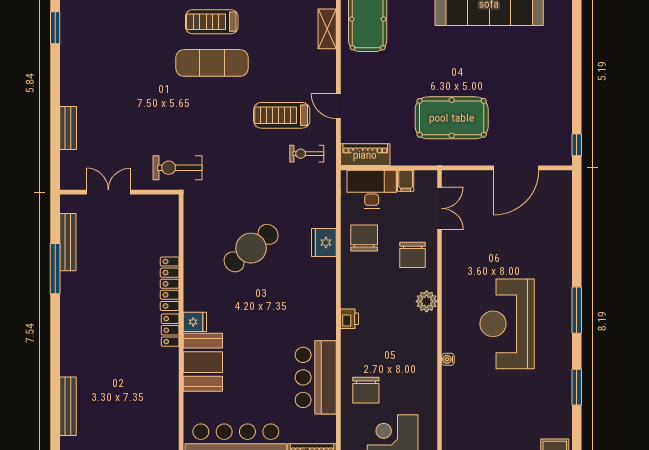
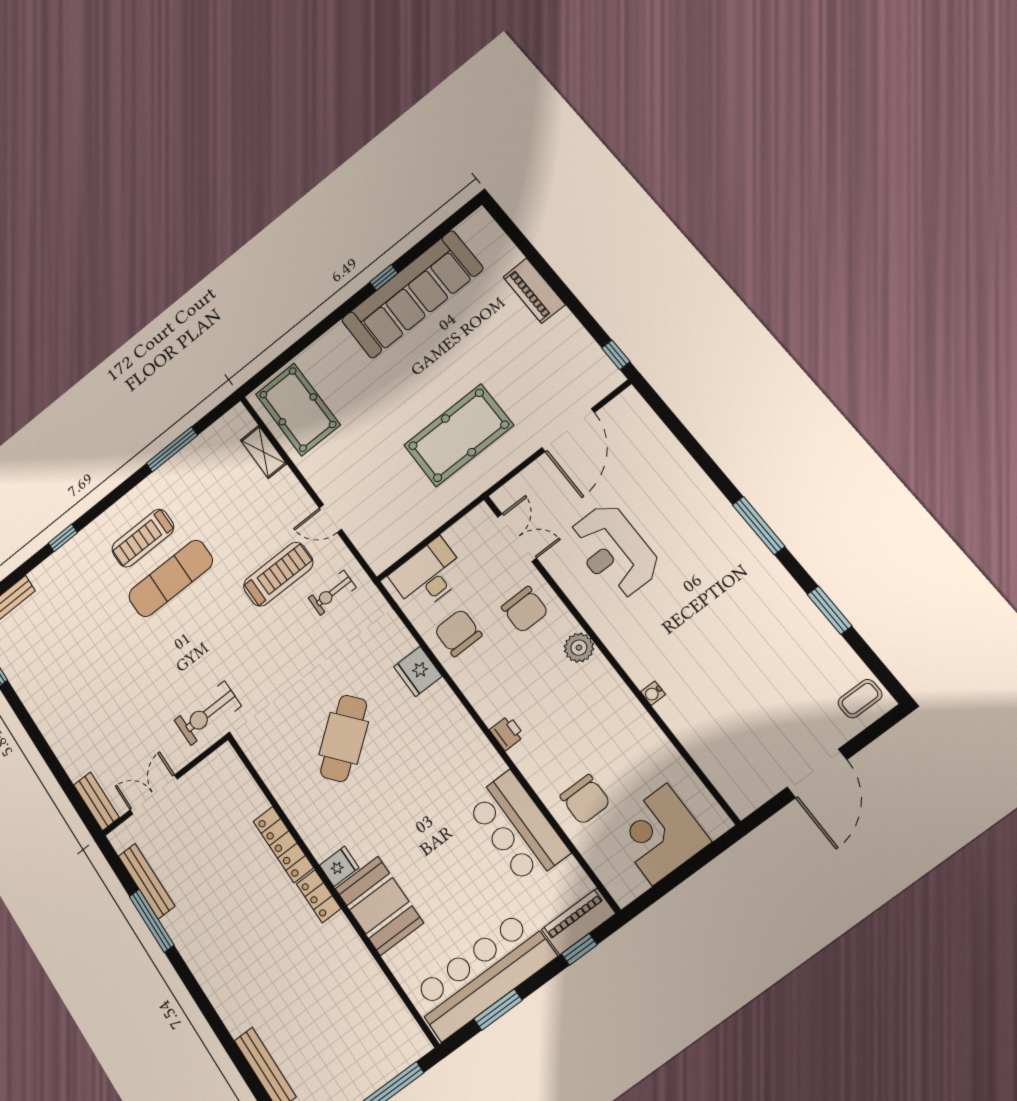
treadmill: (282, 115) -> (278, 574), turned 180
bench: (68, 128) -> (96, 801), moved
piano: (365, 155) -> (534, 291), moved, turned -90
filing cabinet: (406, 181) -> (458, 538), removed
reception desk: (507, 324) -> (614, 551), moved, width x0.74, depth x0.77

